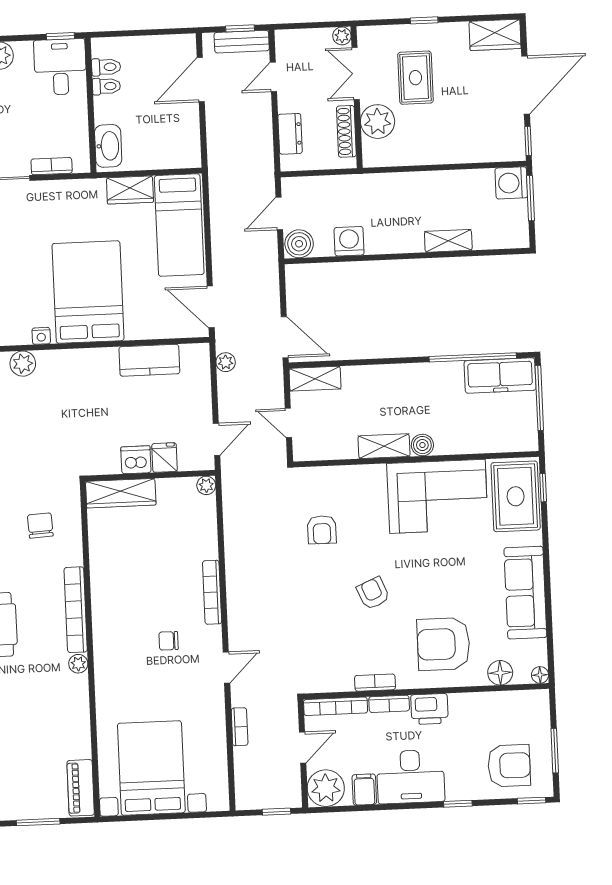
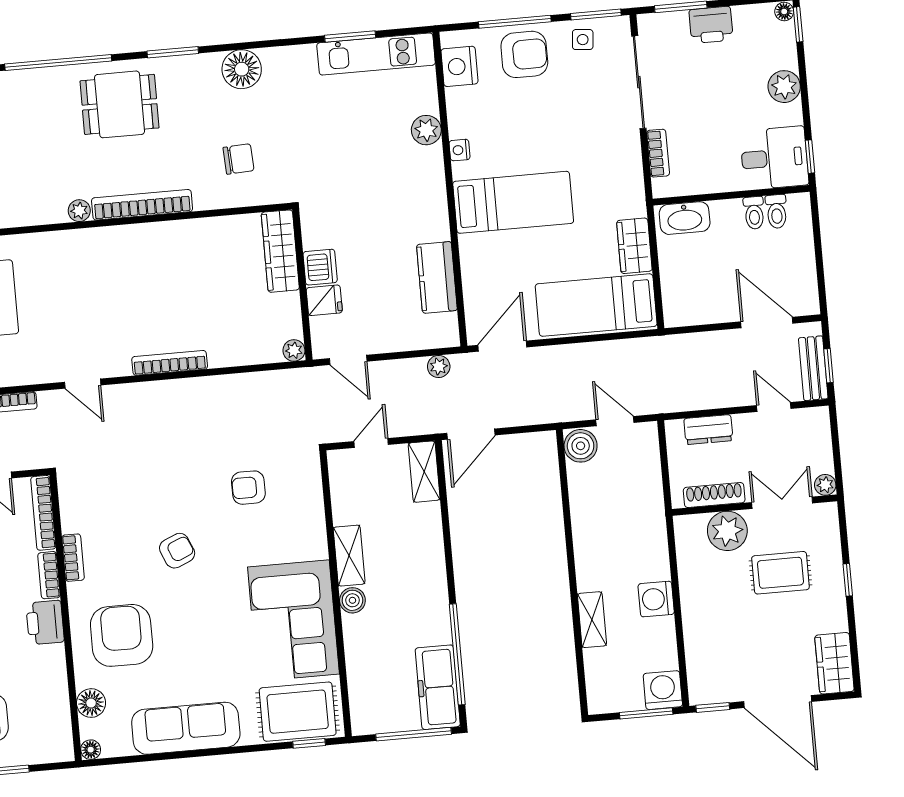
washing machine: (349, 241) -> (656, 599), moved, turned 180
bed: (88, 292) -> (513, 202), width x0.67
chair: (169, 641) -> (111, 315), removed

